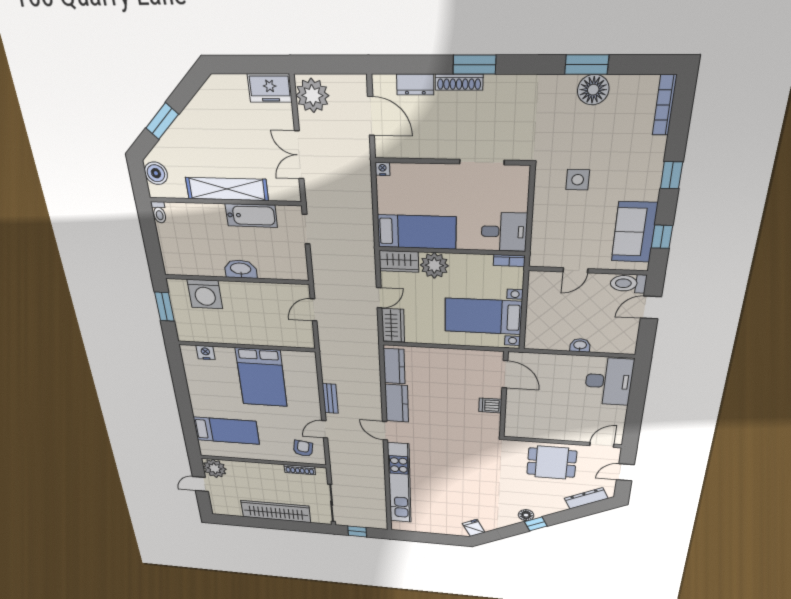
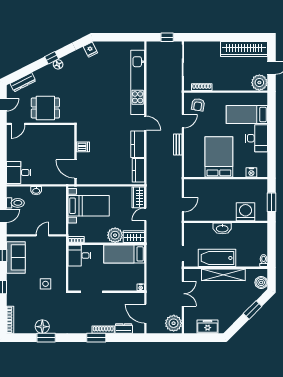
freezer: (270, 88) -> (208, 327), moved
bathtub: (251, 216) -> (217, 258), width x1.36, depth x1.36
toilet: (628, 283) -> (15, 203), moved
desk: (609, 381) -> (19, 172), width x0.73
desk: (206, 399) -> (257, 138), added
wardrobe: (276, 511) -> (244, 49), moved

